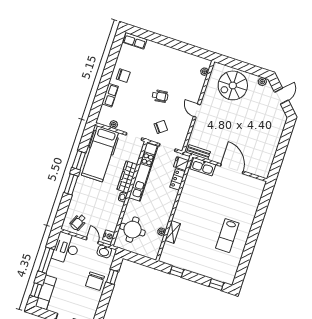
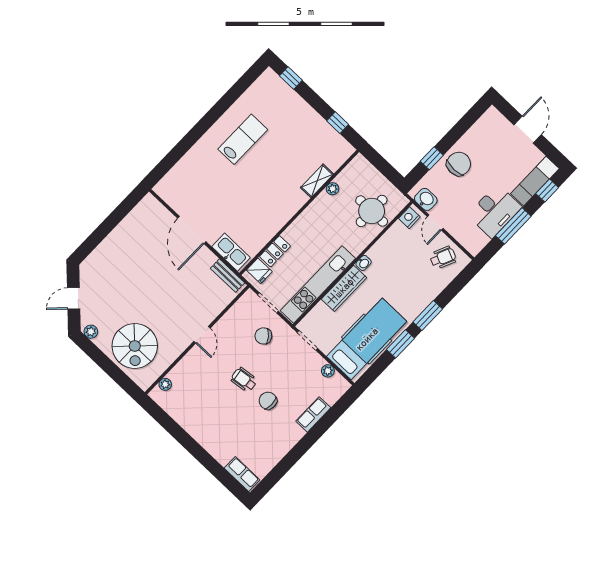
chair: (123, 76) -> (268, 401), moved
spiral stairs: (233, 85) -> (135, 346), turned 90
desk: (66, 248) -> (495, 211), moved

